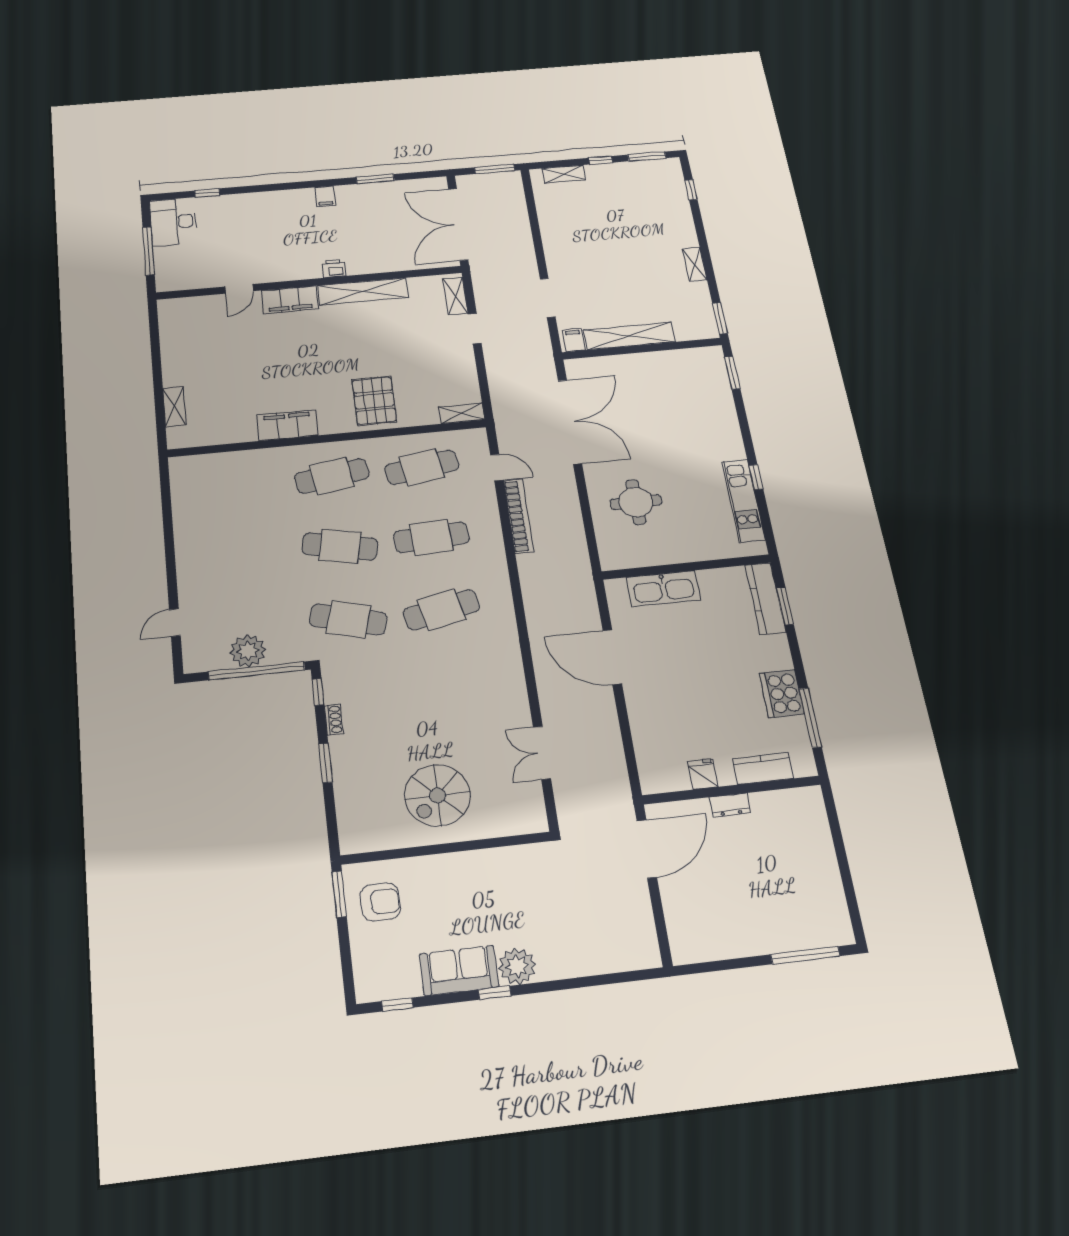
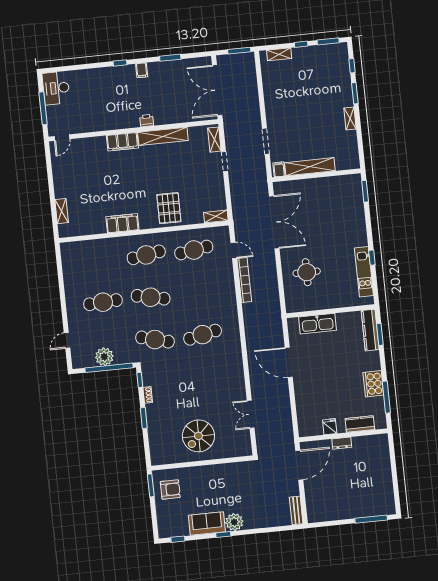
window: (207, 193) -> (120, 63), moved
door: (239, 289) -> (62, 138), moved
window: (720, 318) -> (355, 93), moved
cafe table: (431, 537) -> (103, 302), moved
bench: (647, 940) -> (296, 510), added

